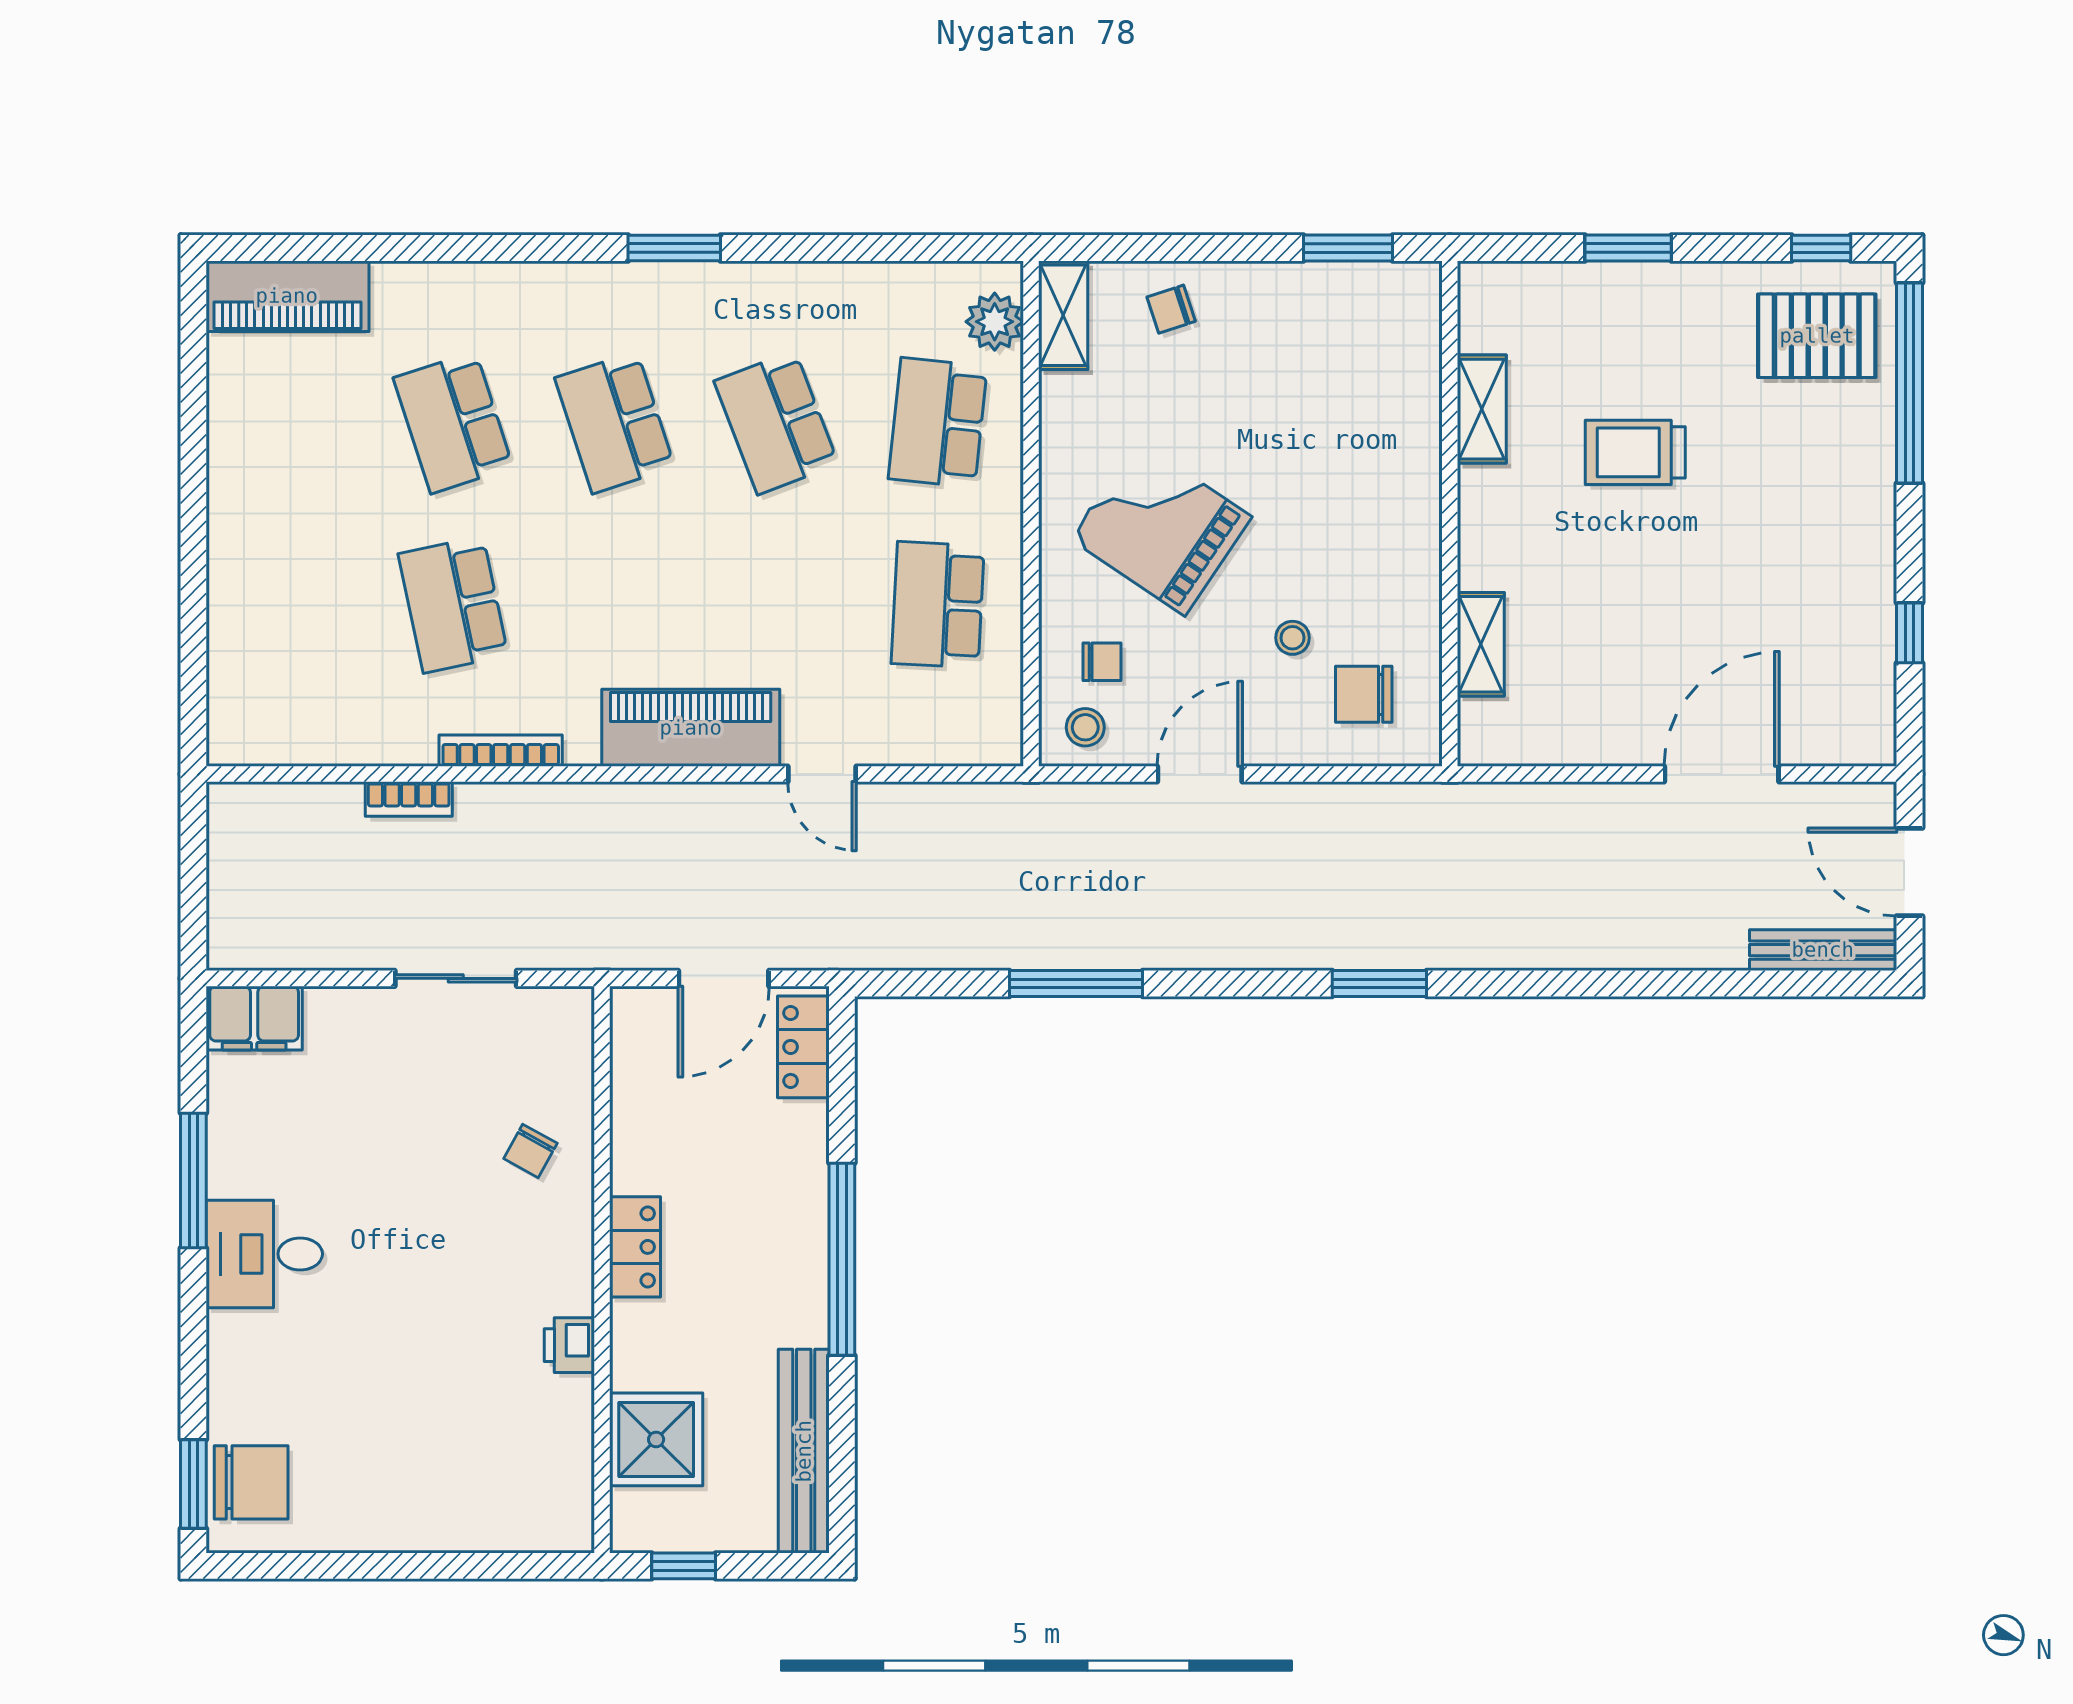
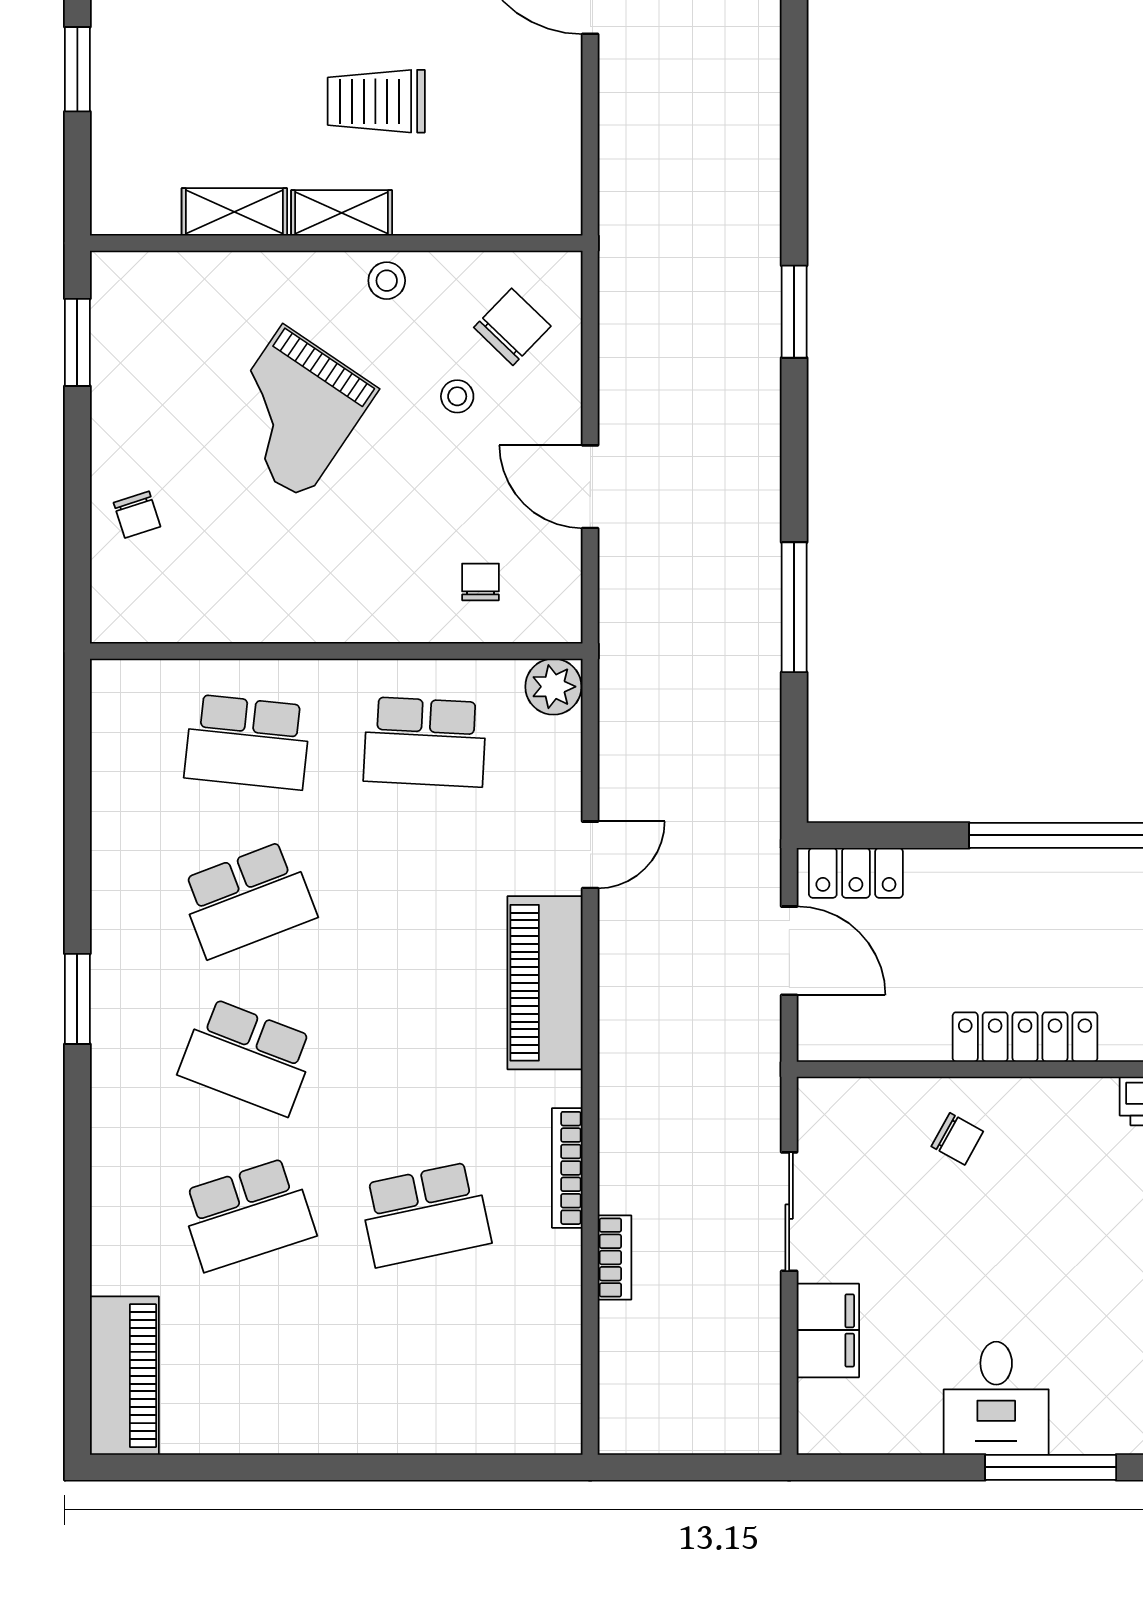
shelving: (1063, 315) -> (143, 620), removed
plant: (995, 322) -> (553, 687), moved
school desk: (615, 423) -> (248, 1057), turned 39
trolley: (1635, 452) -> (376, 101), moved, turned 90
grand piano: (1161, 528) -> (293, 412), moved
shelving: (1481, 644) -> (342, 213), moved
chair: (1364, 694) -> (512, 327), turned -136
stool: (1085, 727) -> (387, 281), moved
filing cabinet: (254, 1018) -> (828, 1330), moved
window: (193, 1181) -> (1051, 1467), moved
locker: (635, 1247) -> (1025, 1037), width x1.53
desk: (264, 1254) -> (996, 1398), moved

